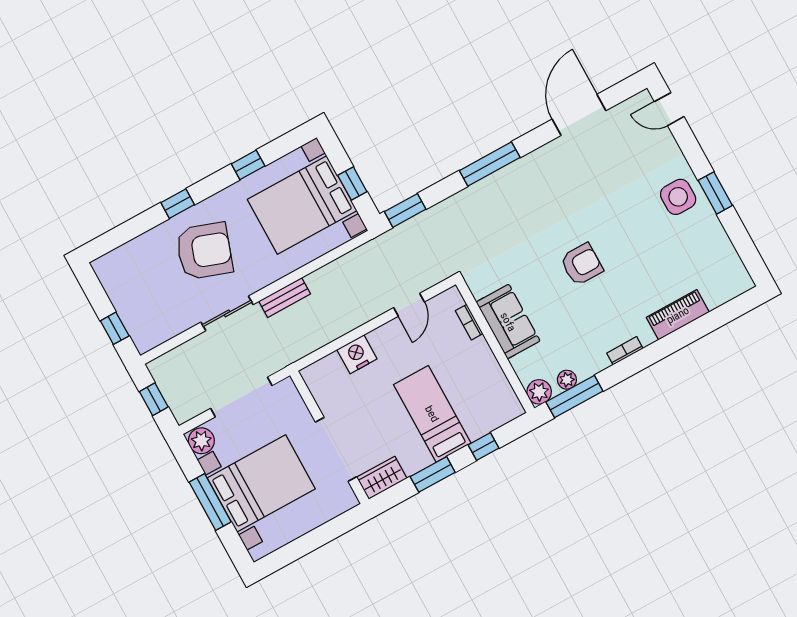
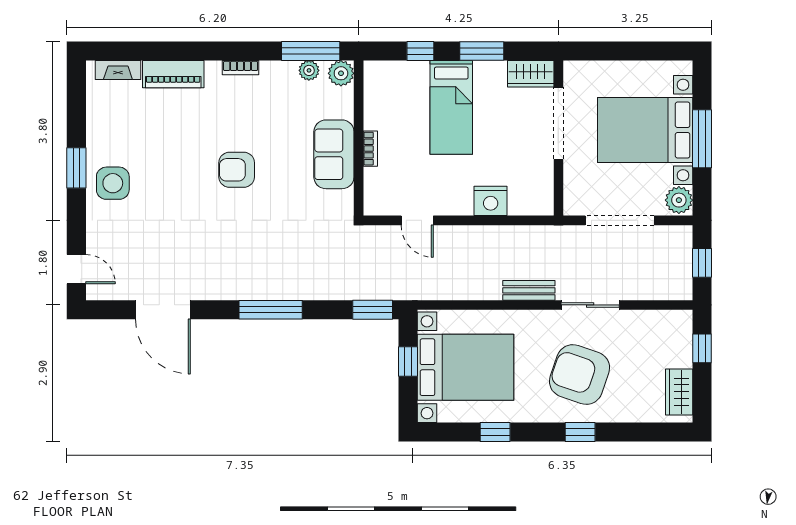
door: (579, 115) -> (163, 310), hinge flipped
wardrobe: (114, 282) -> (679, 392), added
fireplace: (725, 293) -> (118, 70), added
door: (409, 305) -> (417, 220), swing flipped
bookcase: (469, 322) -> (370, 149), moved

